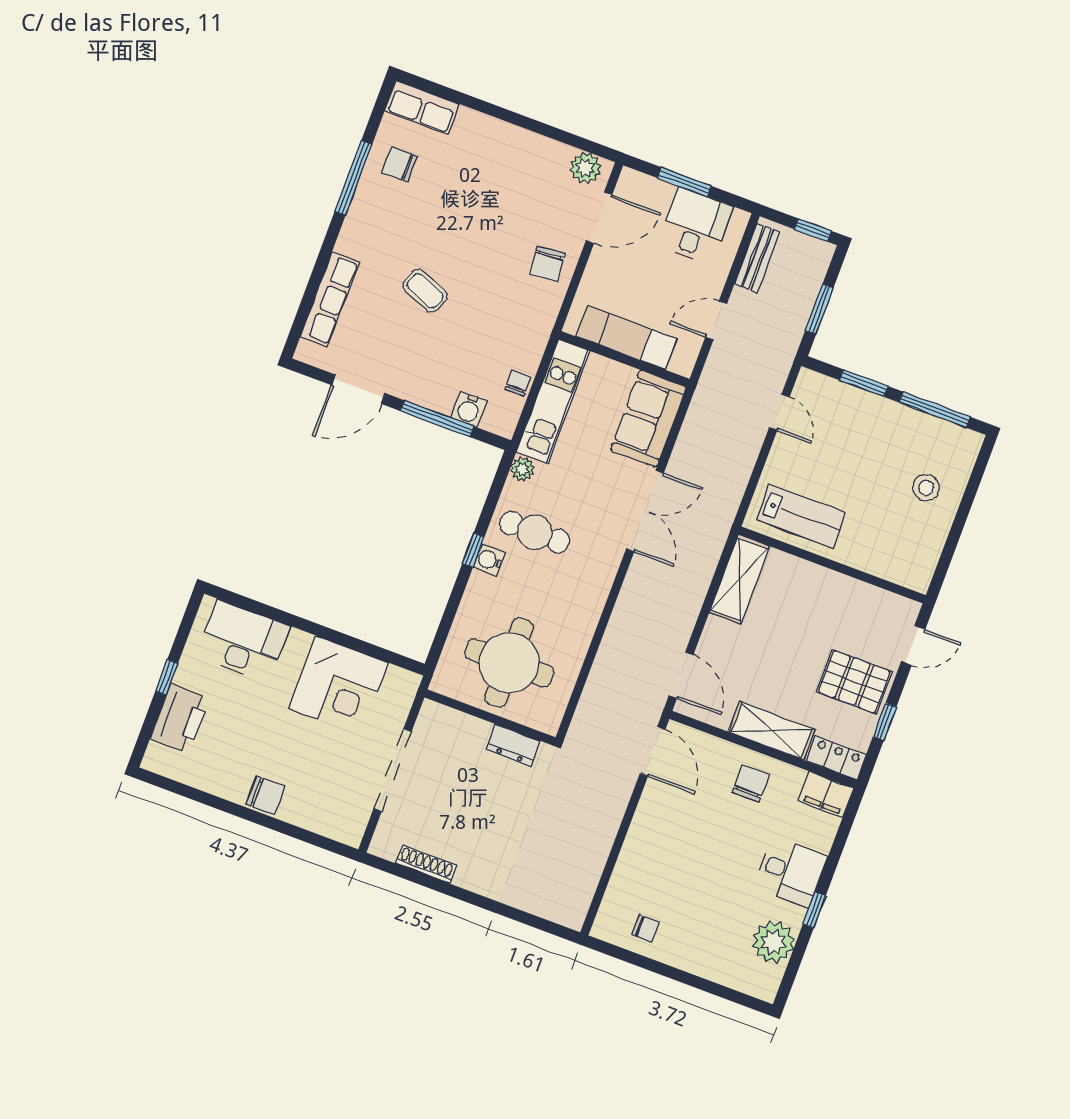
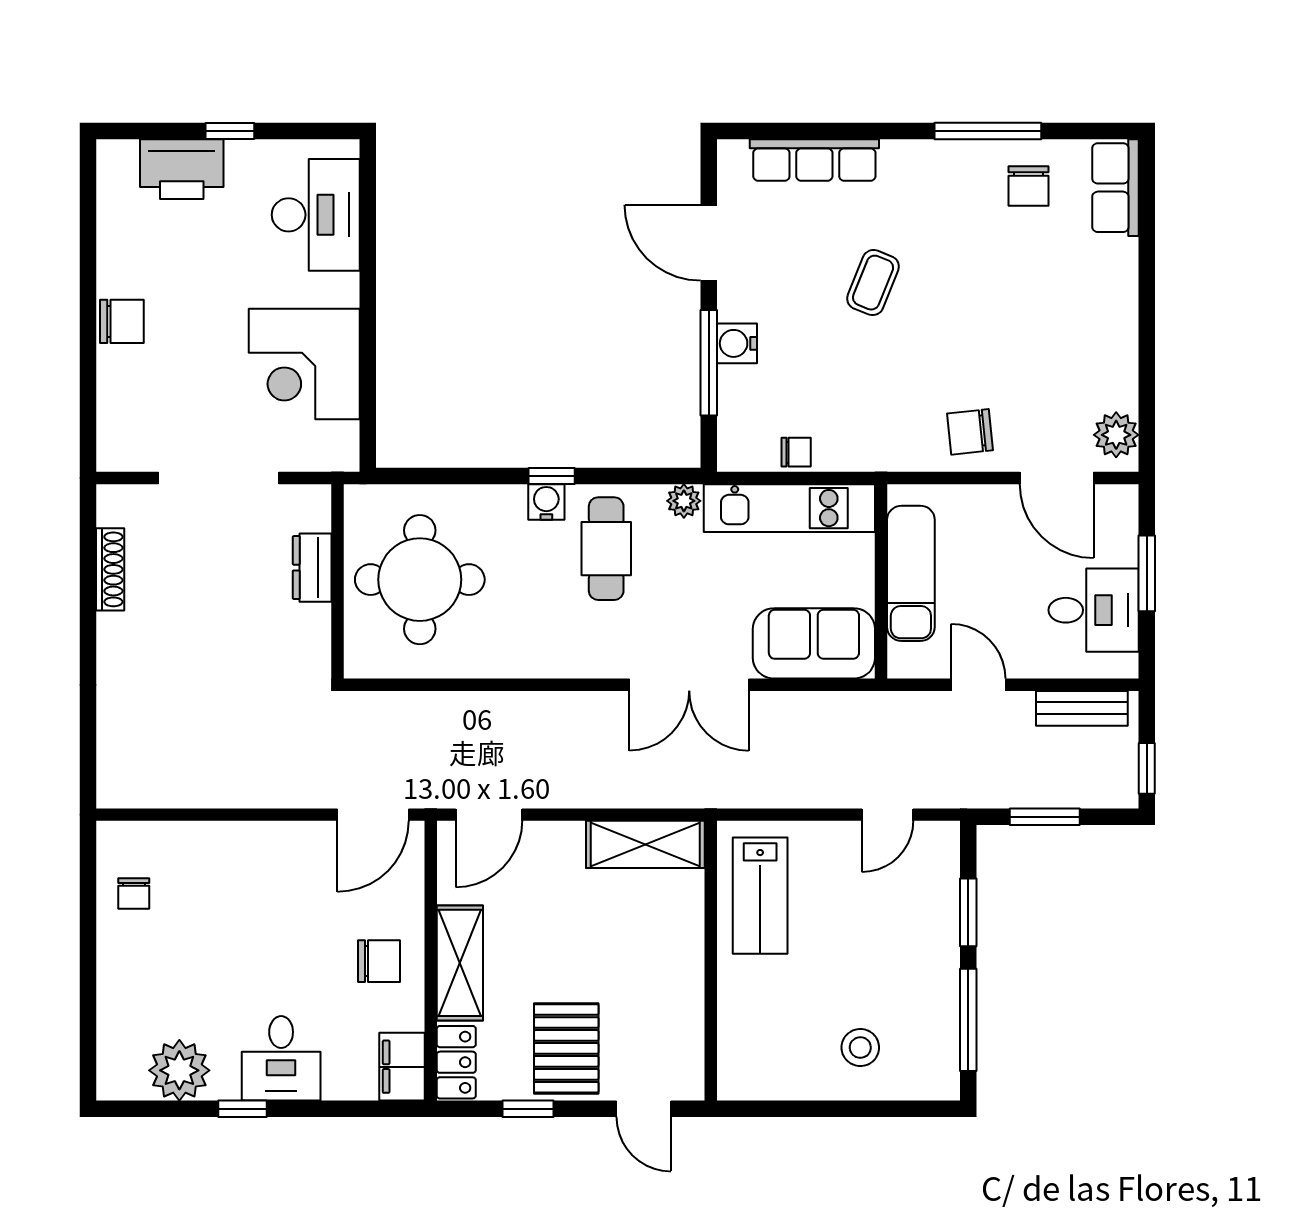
chair: (400, 164) -> (1028, 186), turned 180
water cooler: (469, 409) -> (737, 343), moved
dresser: (513, 745) -> (312, 568), moved
chair: (265, 795) -> (122, 321), turned -90

